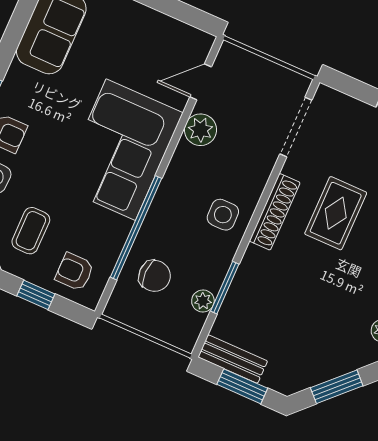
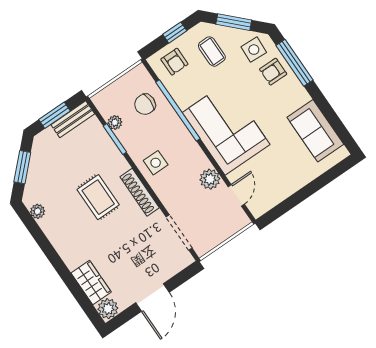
rug: (336, 213) -> (98, 197), moved
armchair: (75, 272) -> (174, 62), turned 90

